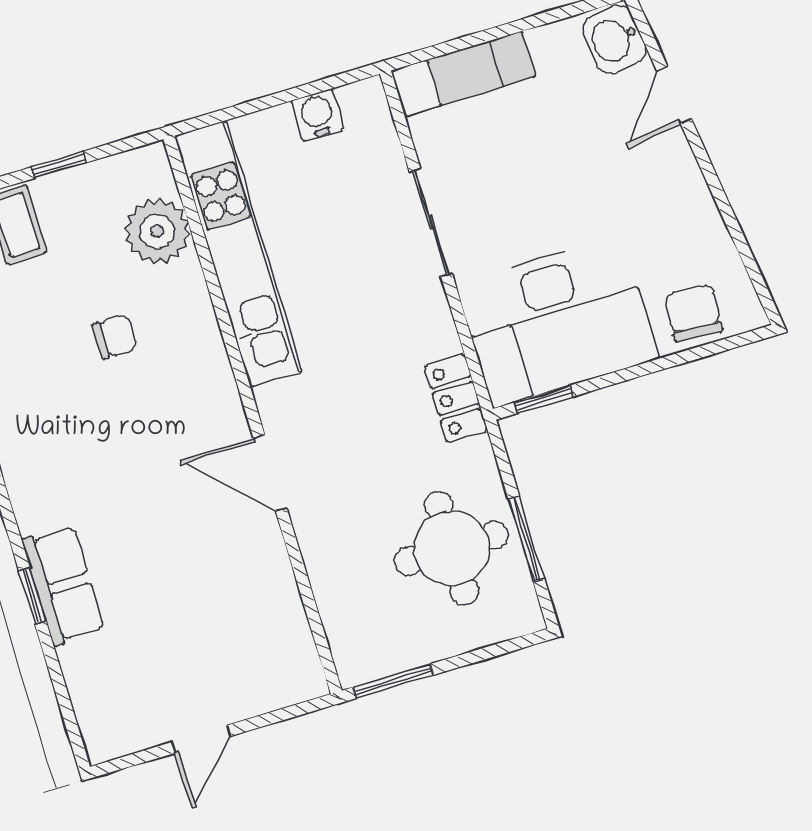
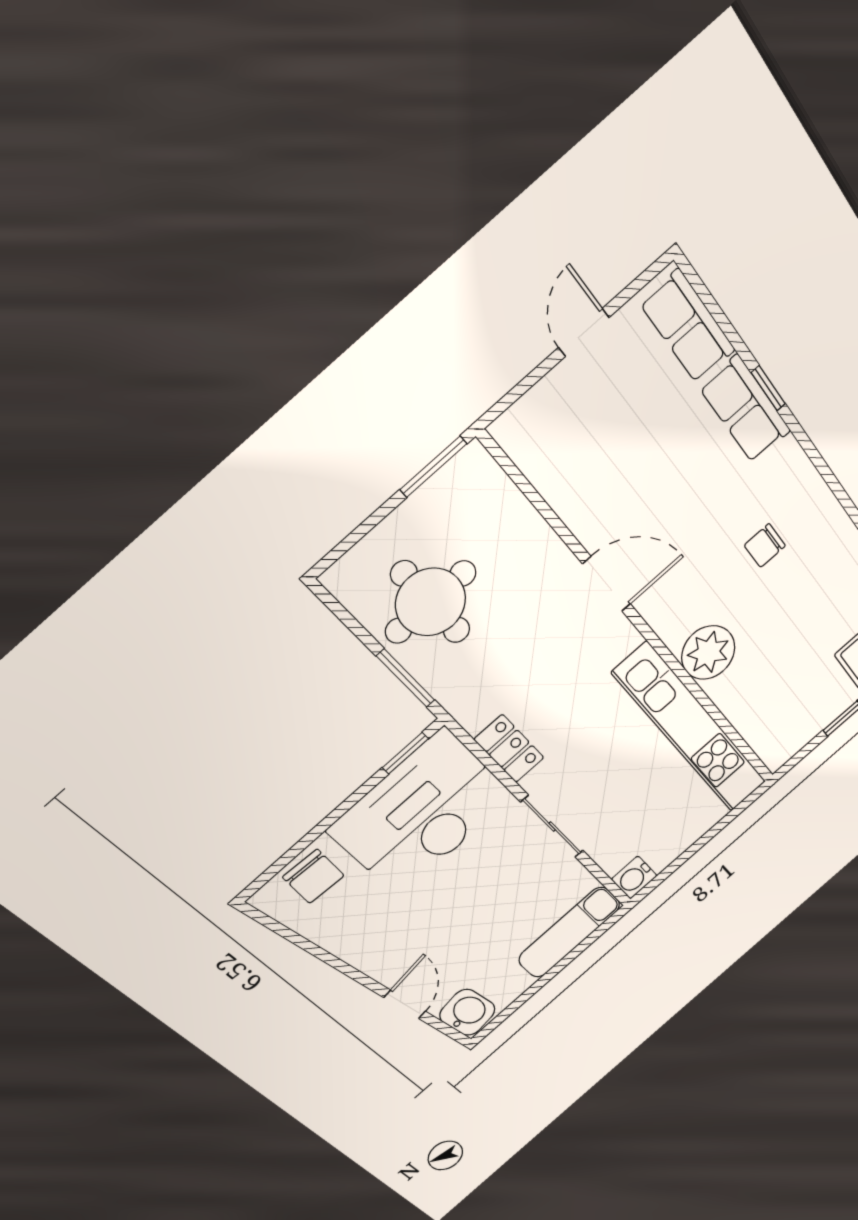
water cooler: (317, 115) -> (634, 878), moved, turned 90
plant: (157, 231) -> (708, 653), moved
chair: (115, 337) -> (765, 546), moved
locker: (456, 398) -> (509, 749), moved
window: (526, 539) -> (406, 678), moved
row of seats: (97, 697) -> (688, 327), added

